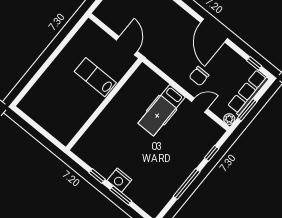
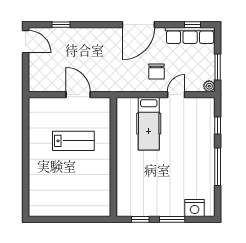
door: (214, 30) -> (138, 25), hinge flipped
lab bench: (95, 77) -> (73, 141), turned 180
row of seats: (248, 92) -> (190, 35), moved, turned -90
wall: (104, 104) -> (113, 157), moved
nightstand: (119, 180) -> (195, 208), moved

